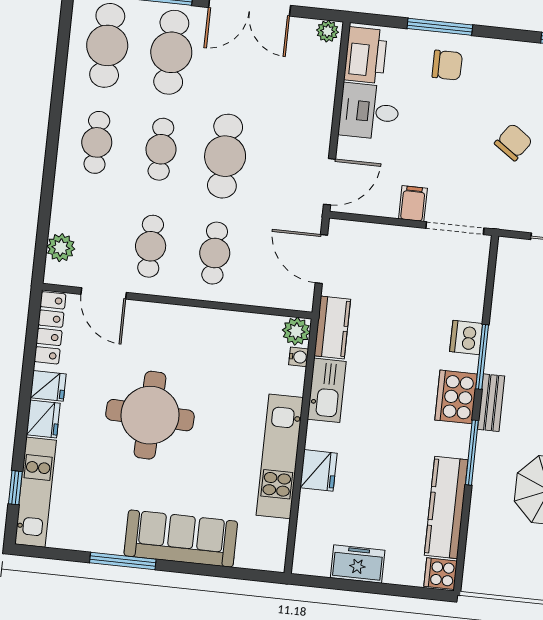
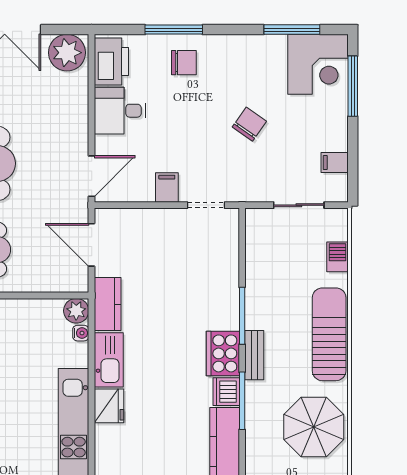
plant: (328, 31) -> (67, 53), width x1.87, depth x1.87
doorway: (455, 228) -> (206, 205), width x0.73
dishwasher: (466, 338) -> (226, 392), moved
fridge: (319, 470) -> (109, 406), moved

